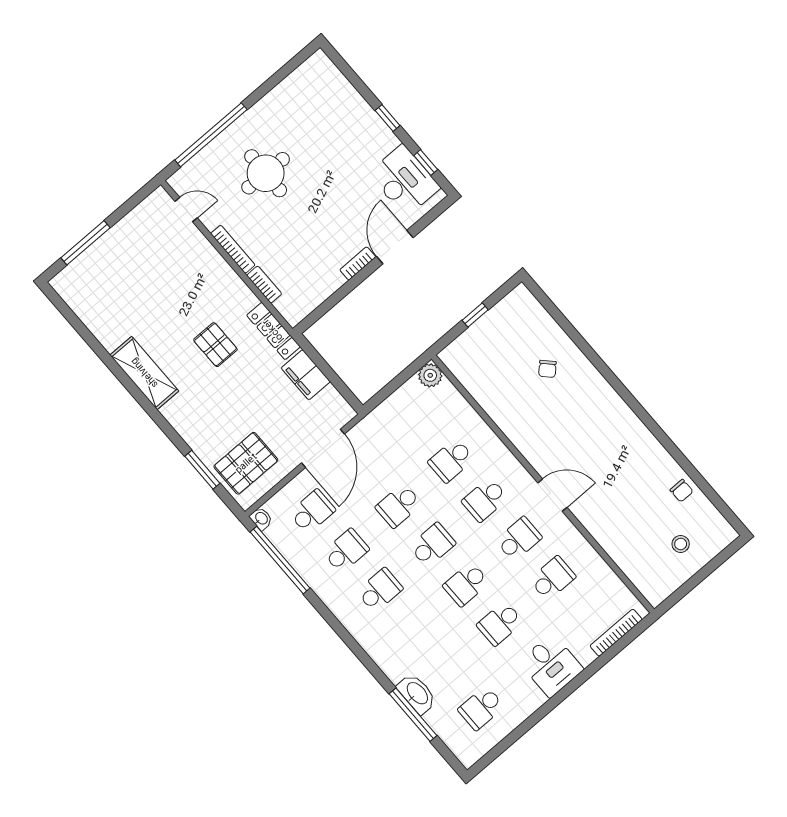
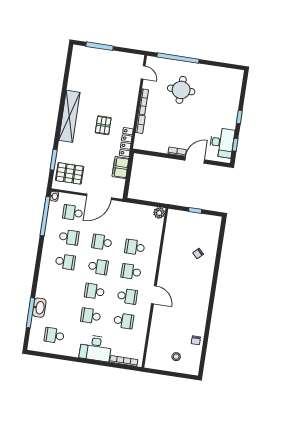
shelving: (144, 373) -> (69, 116), width x1.47
school desk: (312, 512) -> (73, 213), turned 180
desk: (551, 665) -> (96, 348), width x1.37

